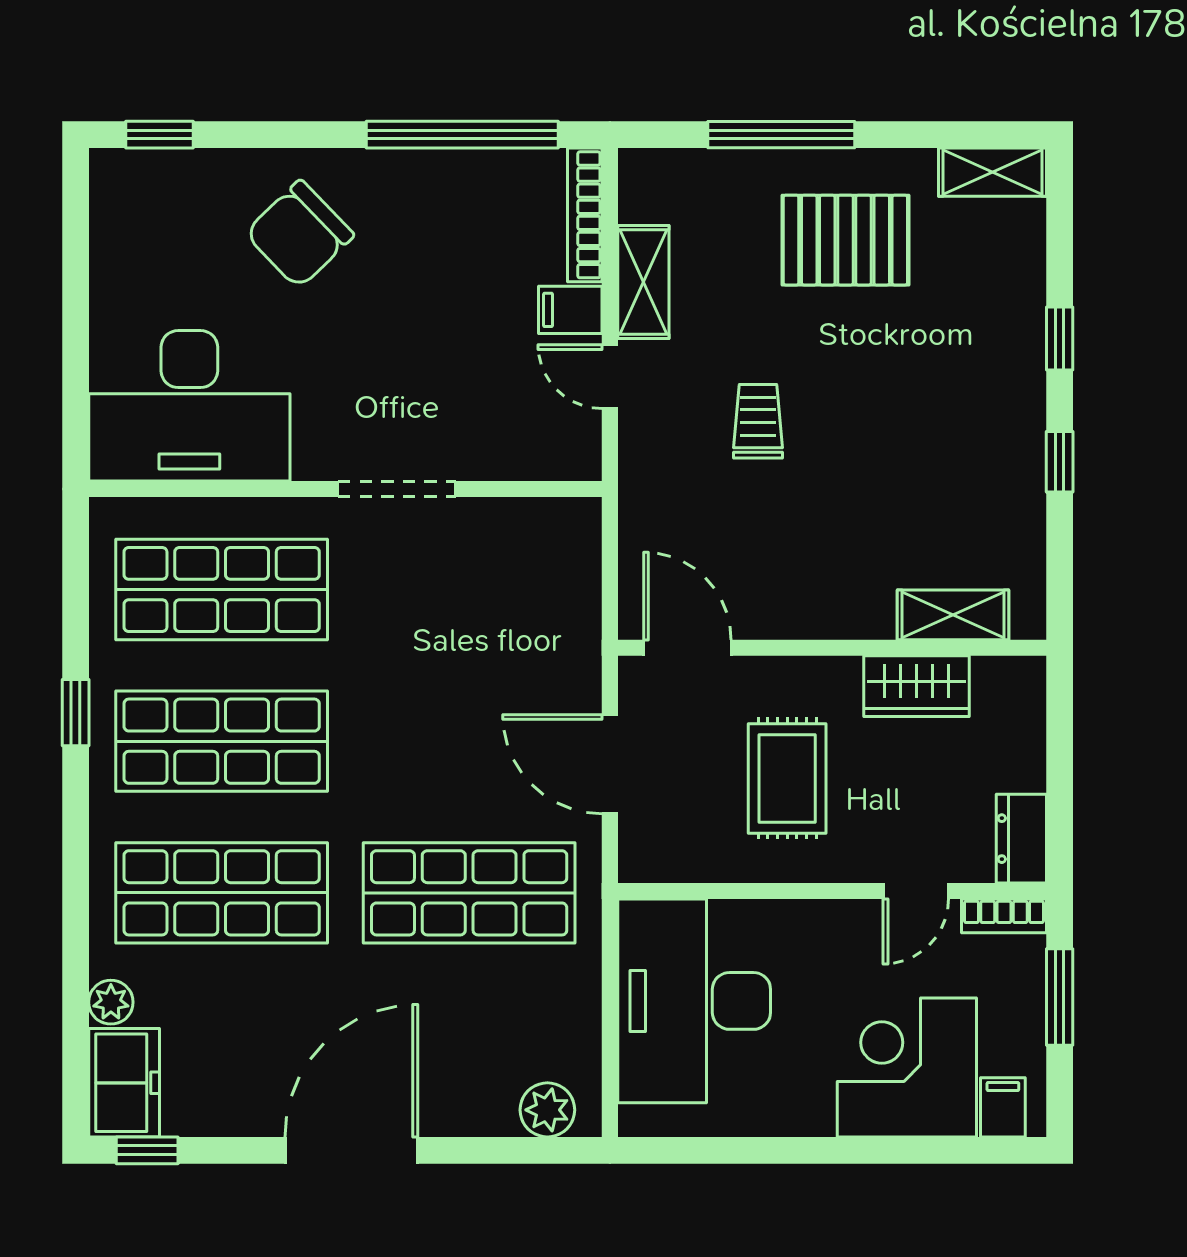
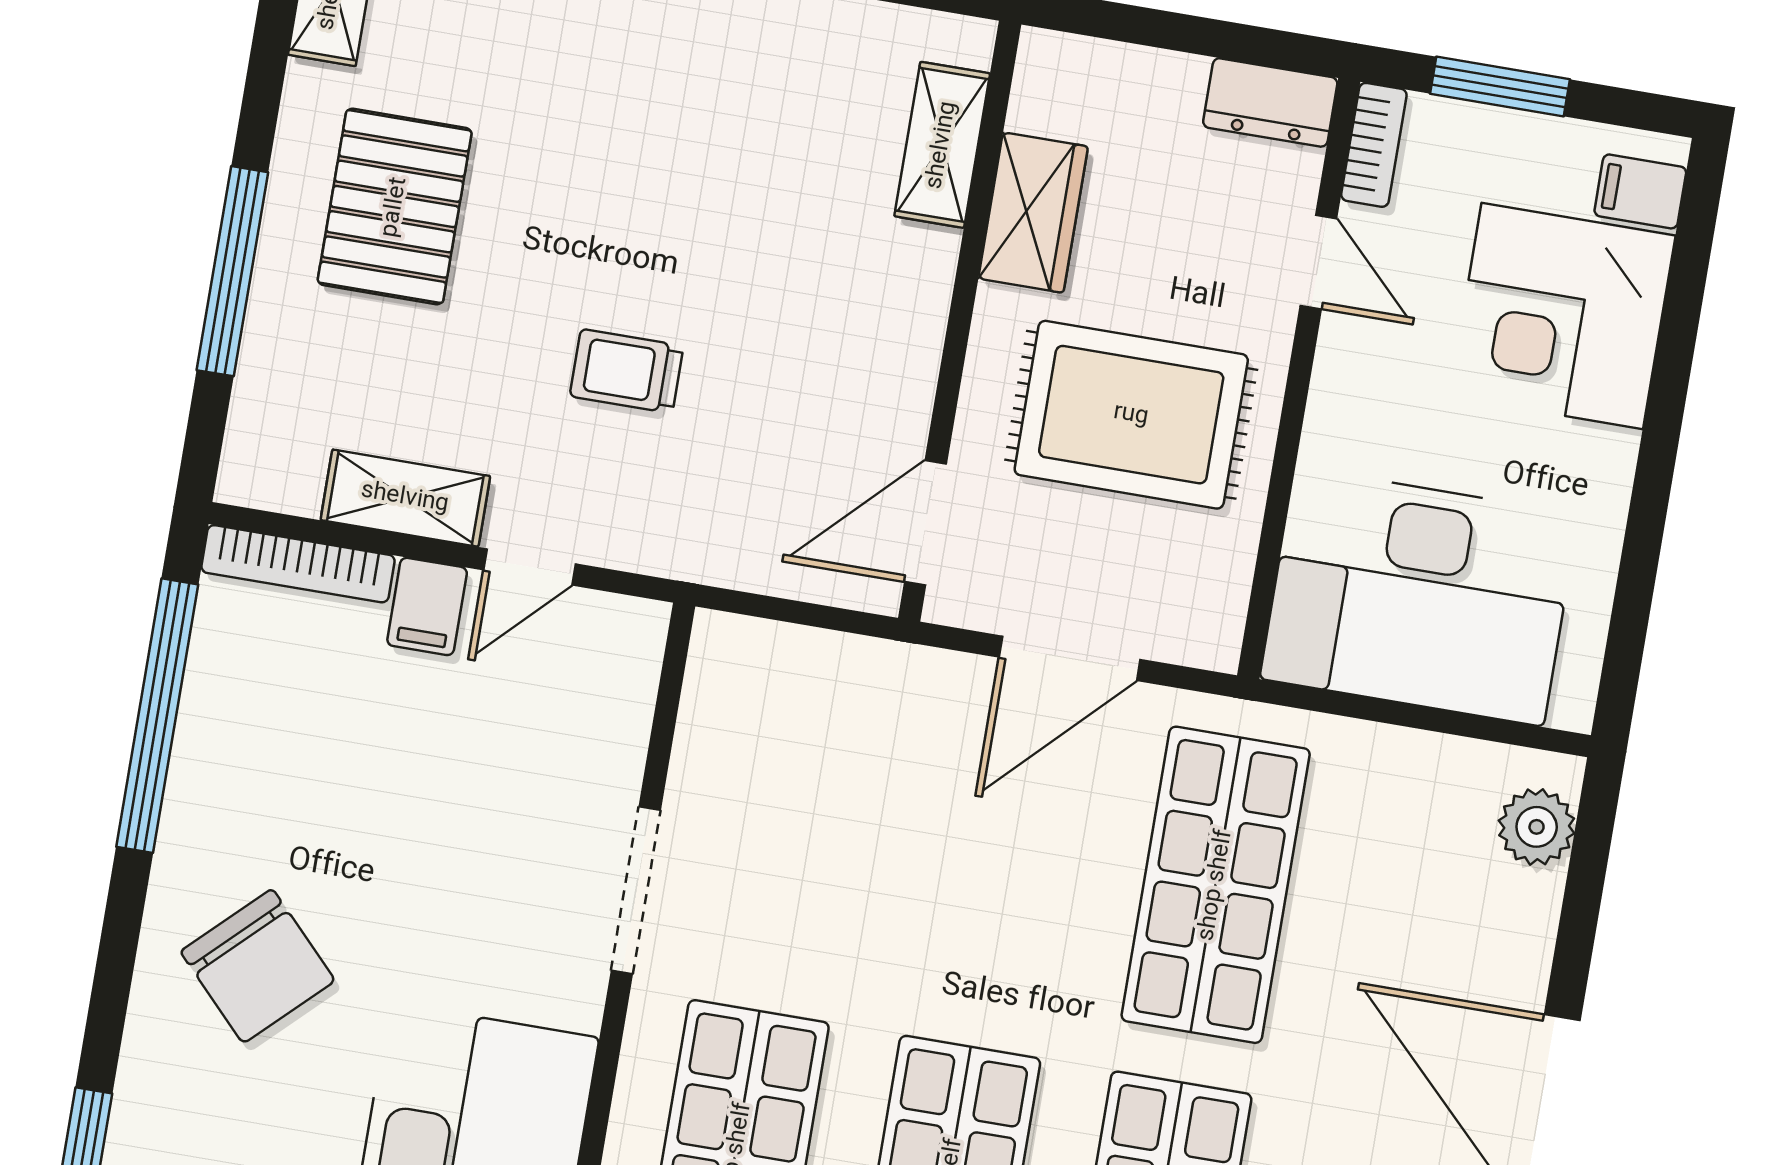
rug: (787, 778) -> (1131, 415), width x1.36, depth x1.43

